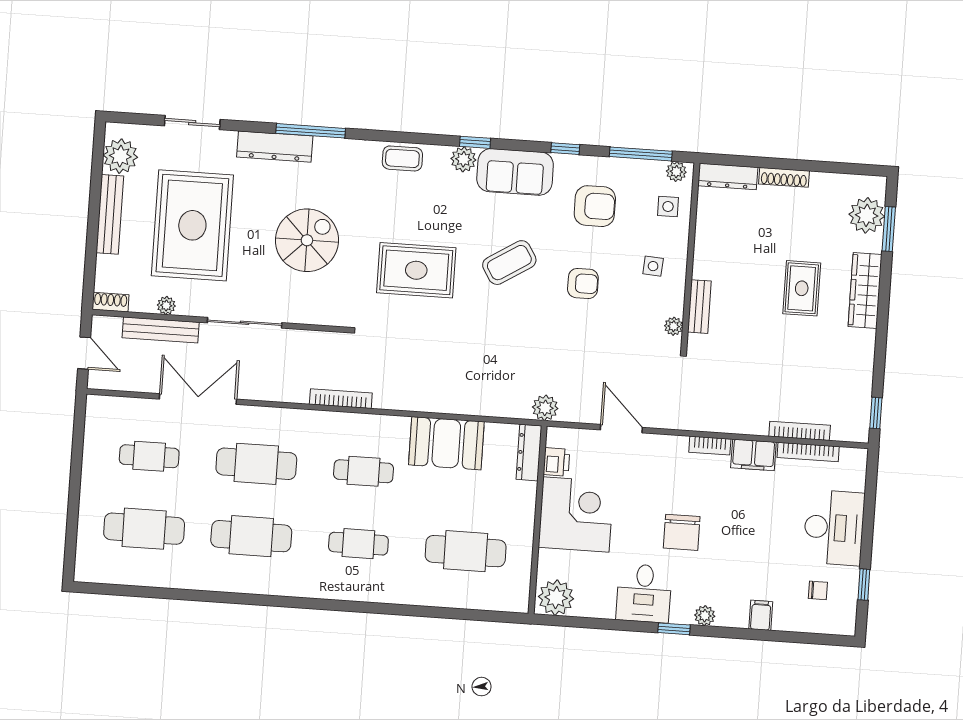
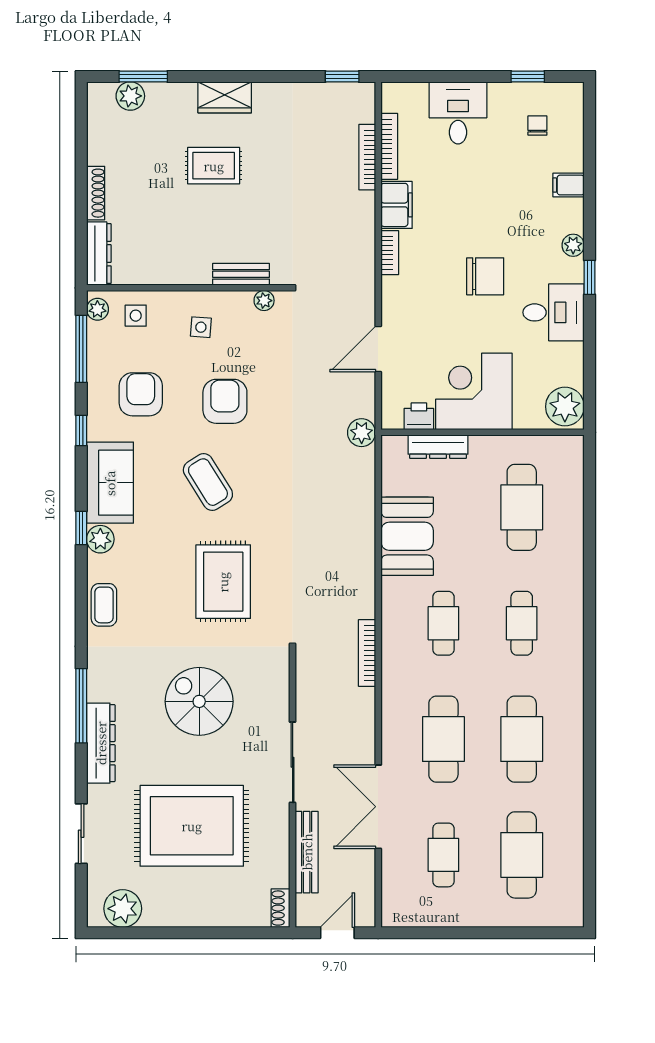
bench: (110, 214) -> (186, 915), removed
plant: (867, 215) -> (130, 96), width x0.73, depth x0.73
armchair: (583, 283) -> (225, 401), width x1.38, depth x1.38
wardrobe: (865, 291) -> (225, 97), width x0.67
plant: (166, 305) -> (280, 848), removed
dresser: (529, 453) -> (438, 447), moved
desk: (834, 528) -> (458, 113), width x0.73

